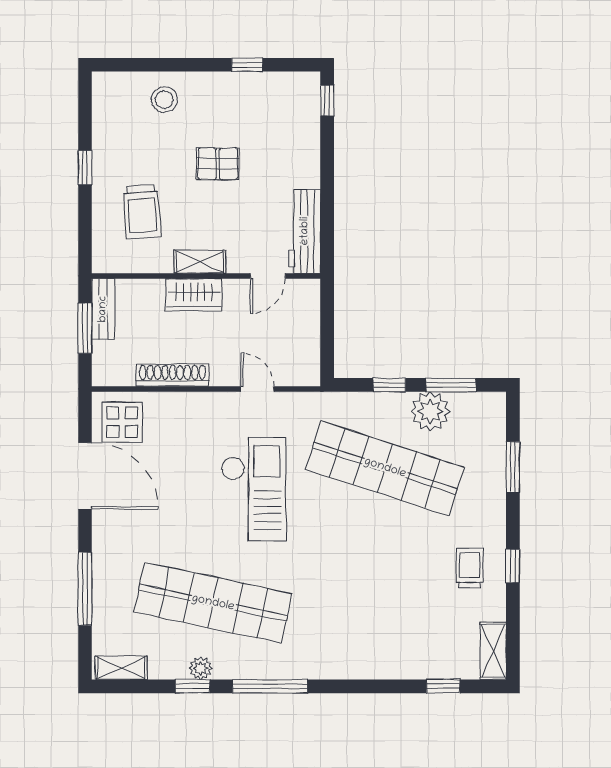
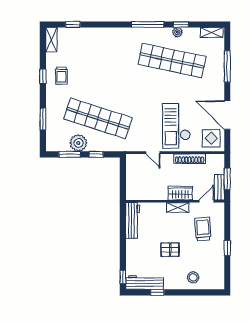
workbench: (277, 88) -> (145, 282), added
door: (268, 276) -> (207, 201), moved
checkout: (254, 489) -> (176, 126), moved

